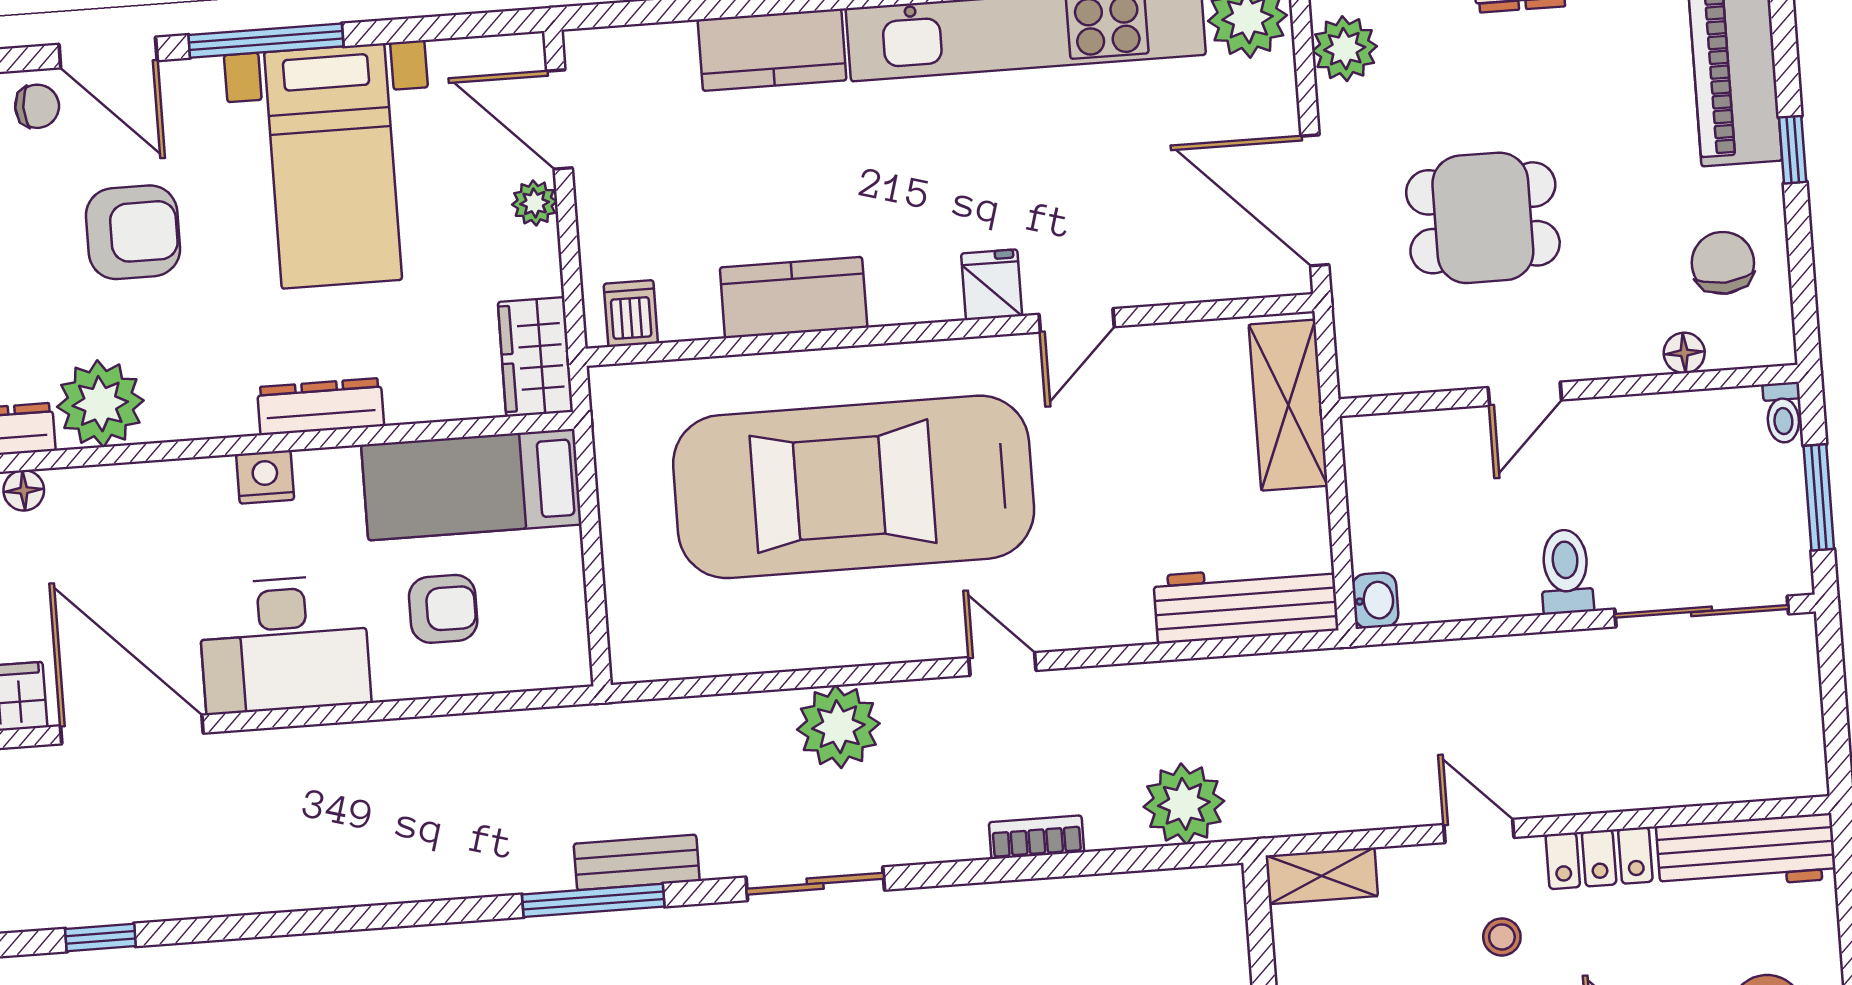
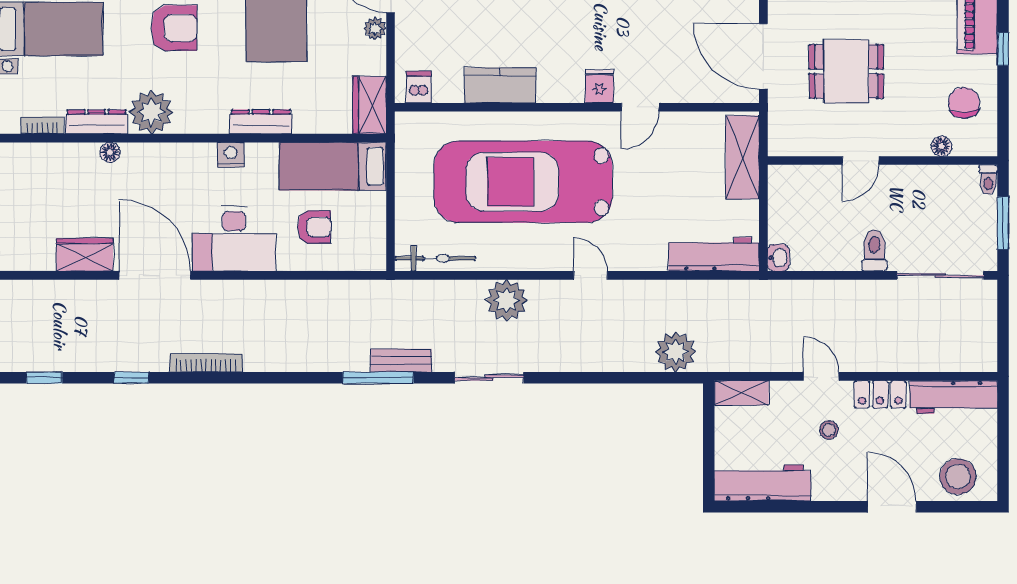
bicycle: (689, 653) -> (435, 258), added
bookcase: (1036, 837) -> (206, 363), moved, width x1.56

